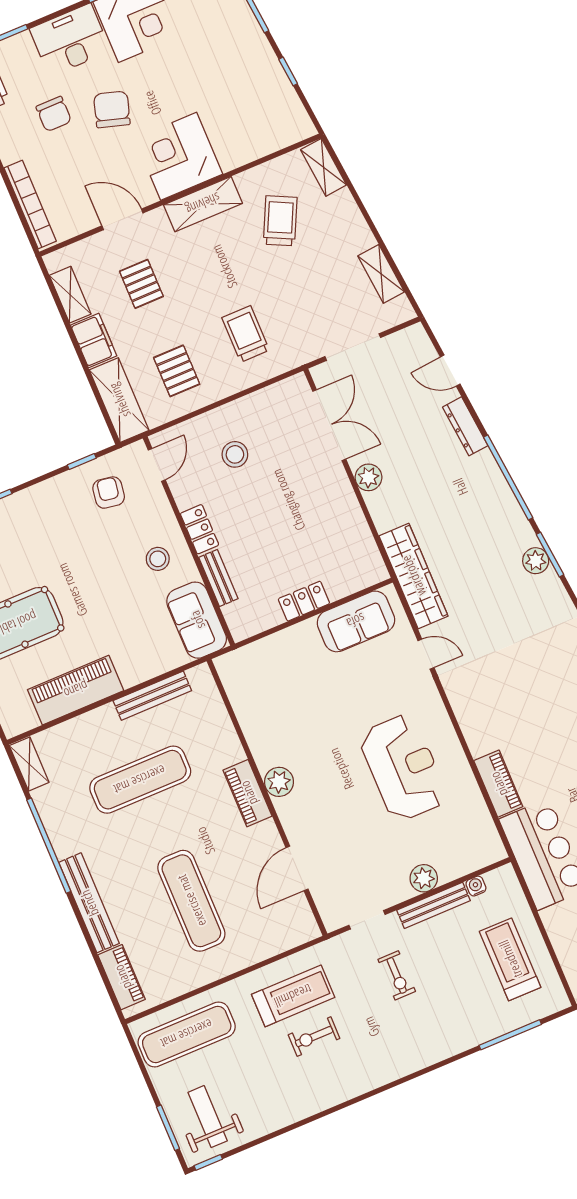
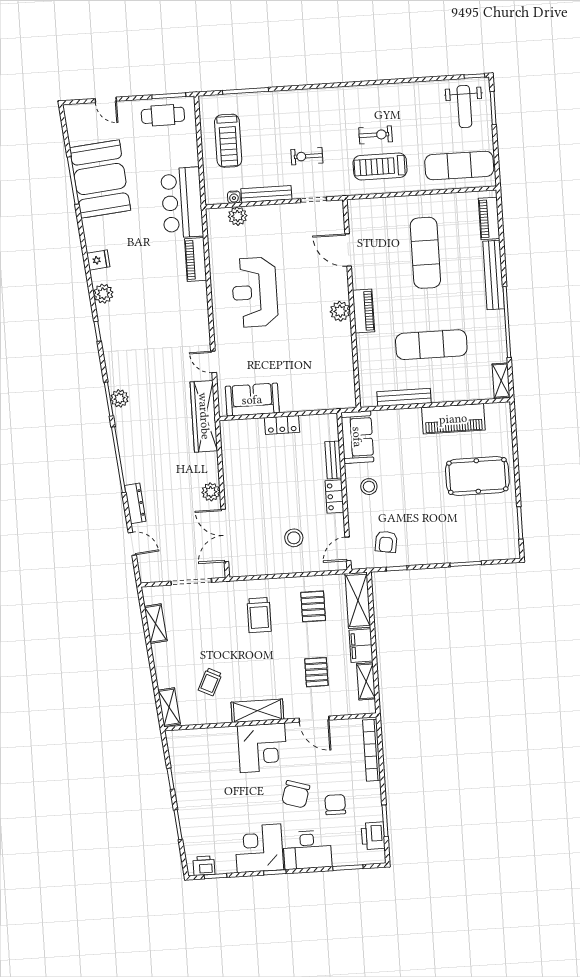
trolley: (280, 221) -> (210, 682), width x0.73, depth x0.72
door: (297, 868) -> (348, 250), swing flipped
plant: (424, 878) -> (238, 216), moved
exercise bike: (397, 975) -> (307, 156), turned -90

